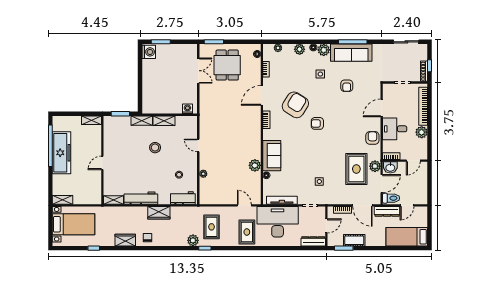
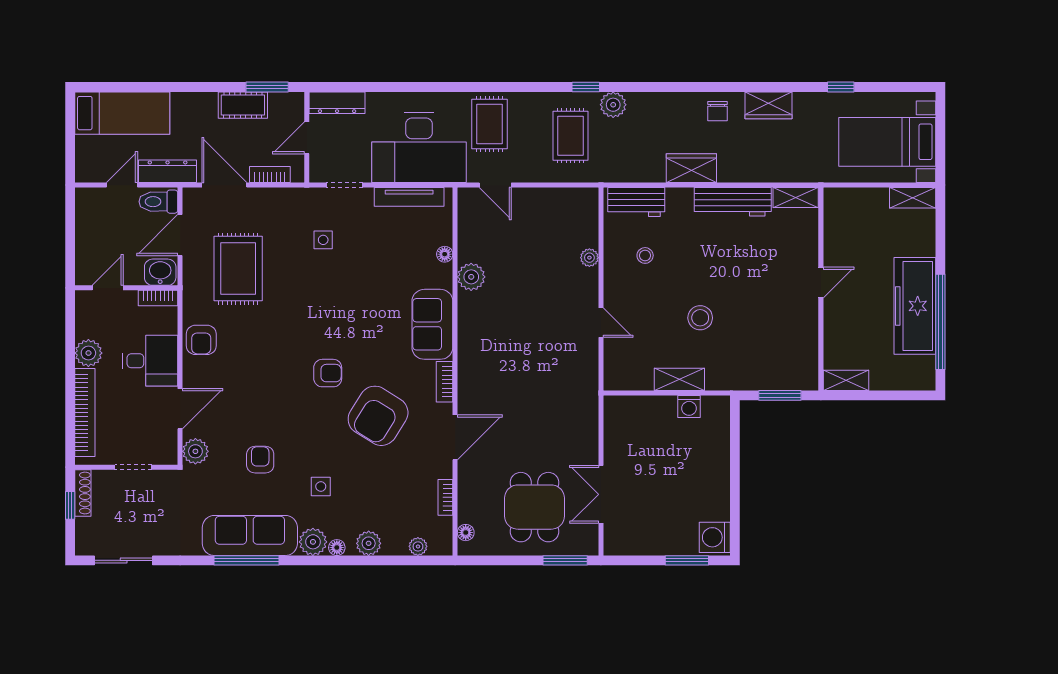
washing machine: (187, 109) -> (689, 407), moved
shelving: (142, 121) -> (731, 380), removed
sofa: (272, 156) -> (432, 324), moved
plant: (375, 166) -> (195, 451), moved

